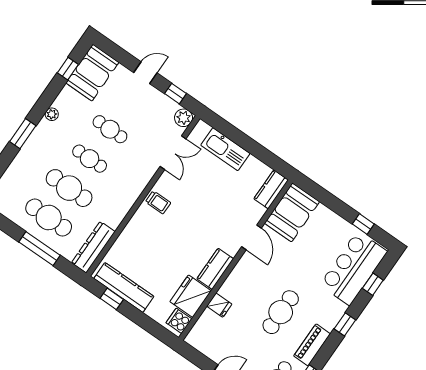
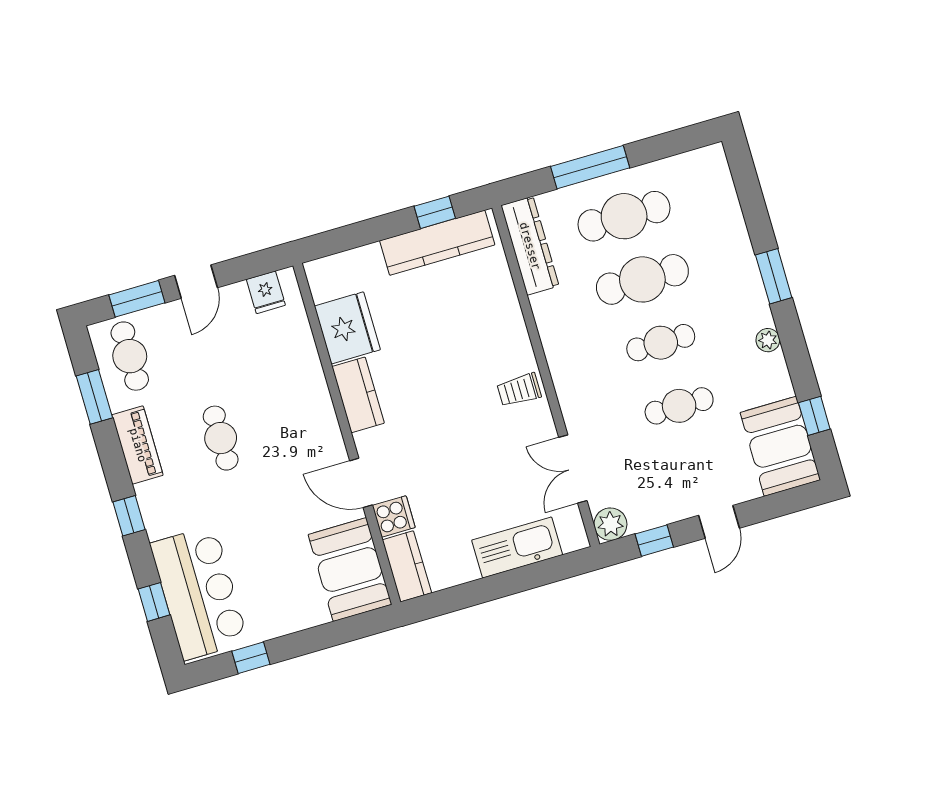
fridge: (219, 305) -> (266, 292), moved, turned -90
cafe table: (281, 312) -> (221, 438), width x0.73, depth x0.74
cooker: (179, 321) -> (394, 516), moved

